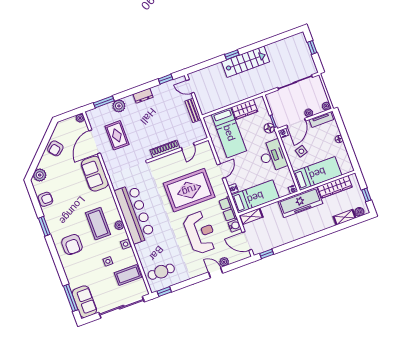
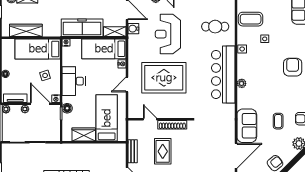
door: (296, 123) -> (40, 104), hinge flipped
rug: (117, 135) -> (163, 151), moved
door: (188, 146) -> (150, 119), hinge flipped
freezer: (300, 202) -> (82, 28), moved
row of seats: (228, 209) -> (134, 46), removed
coffee table: (98, 224) -> (278, 121), moved, width x0.54, depth x0.58
plant: (119, 225) -> (242, 83), moved
cafe table: (161, 272) -> (215, 27), moved

